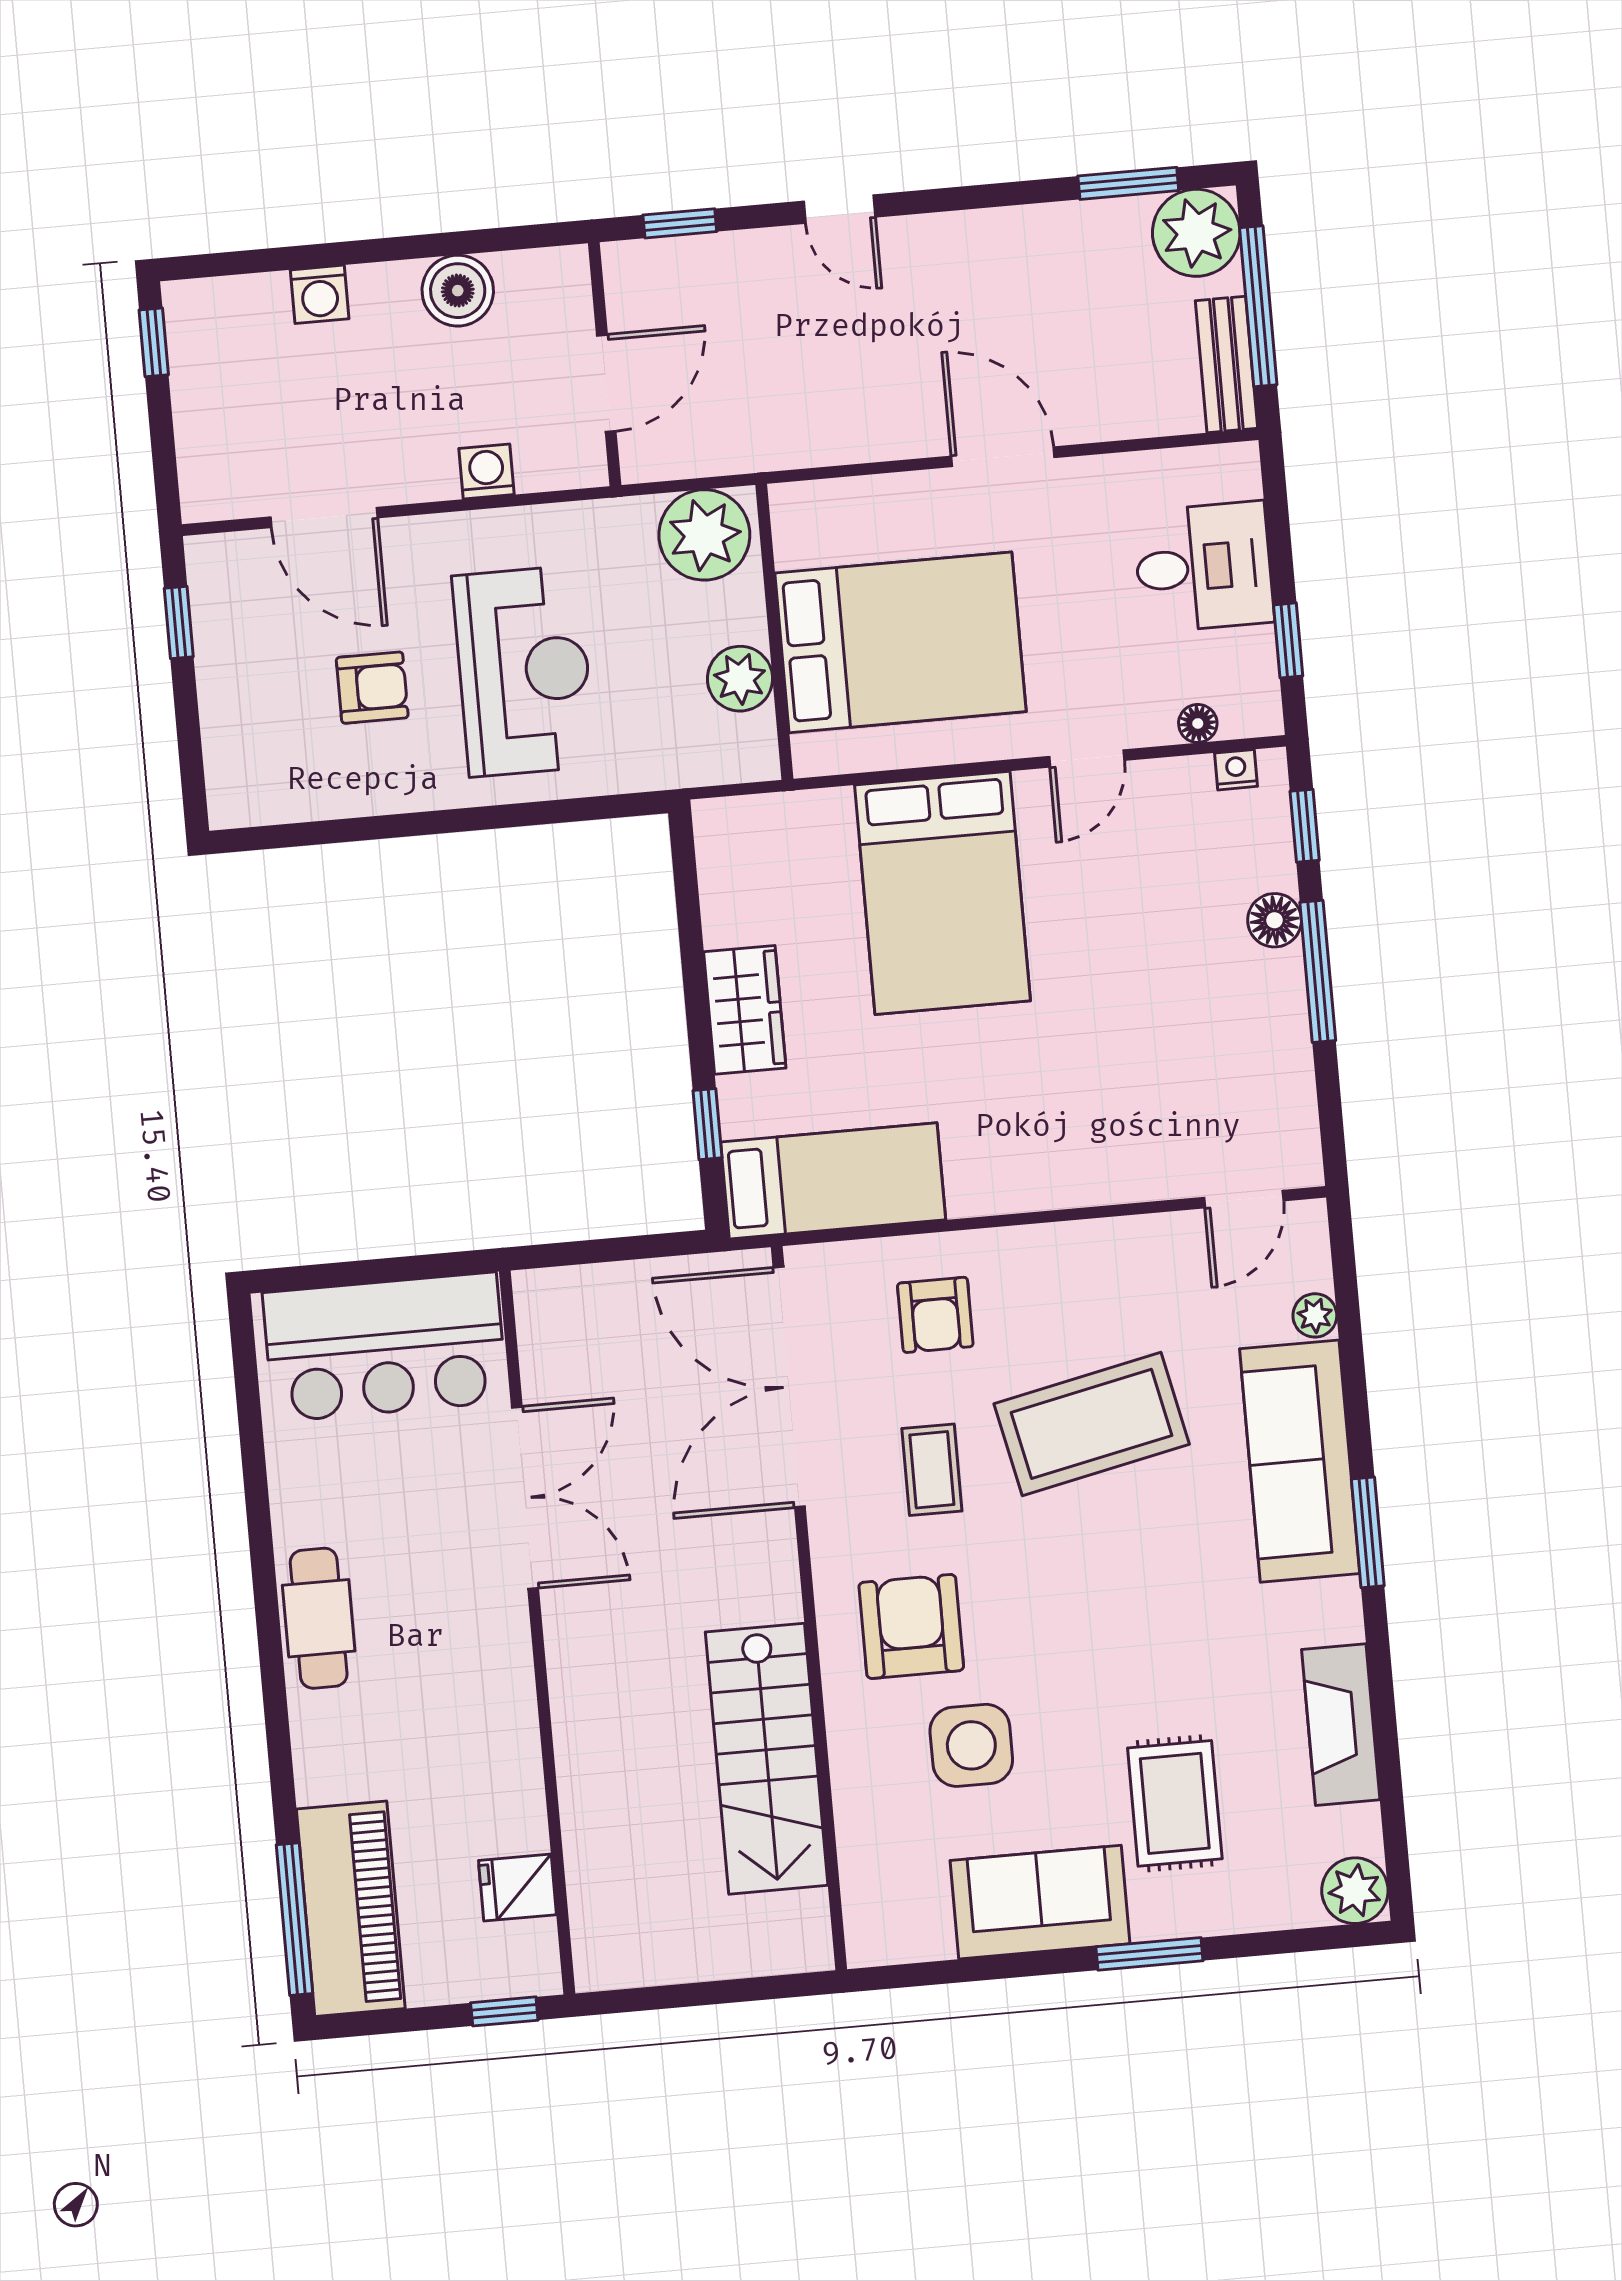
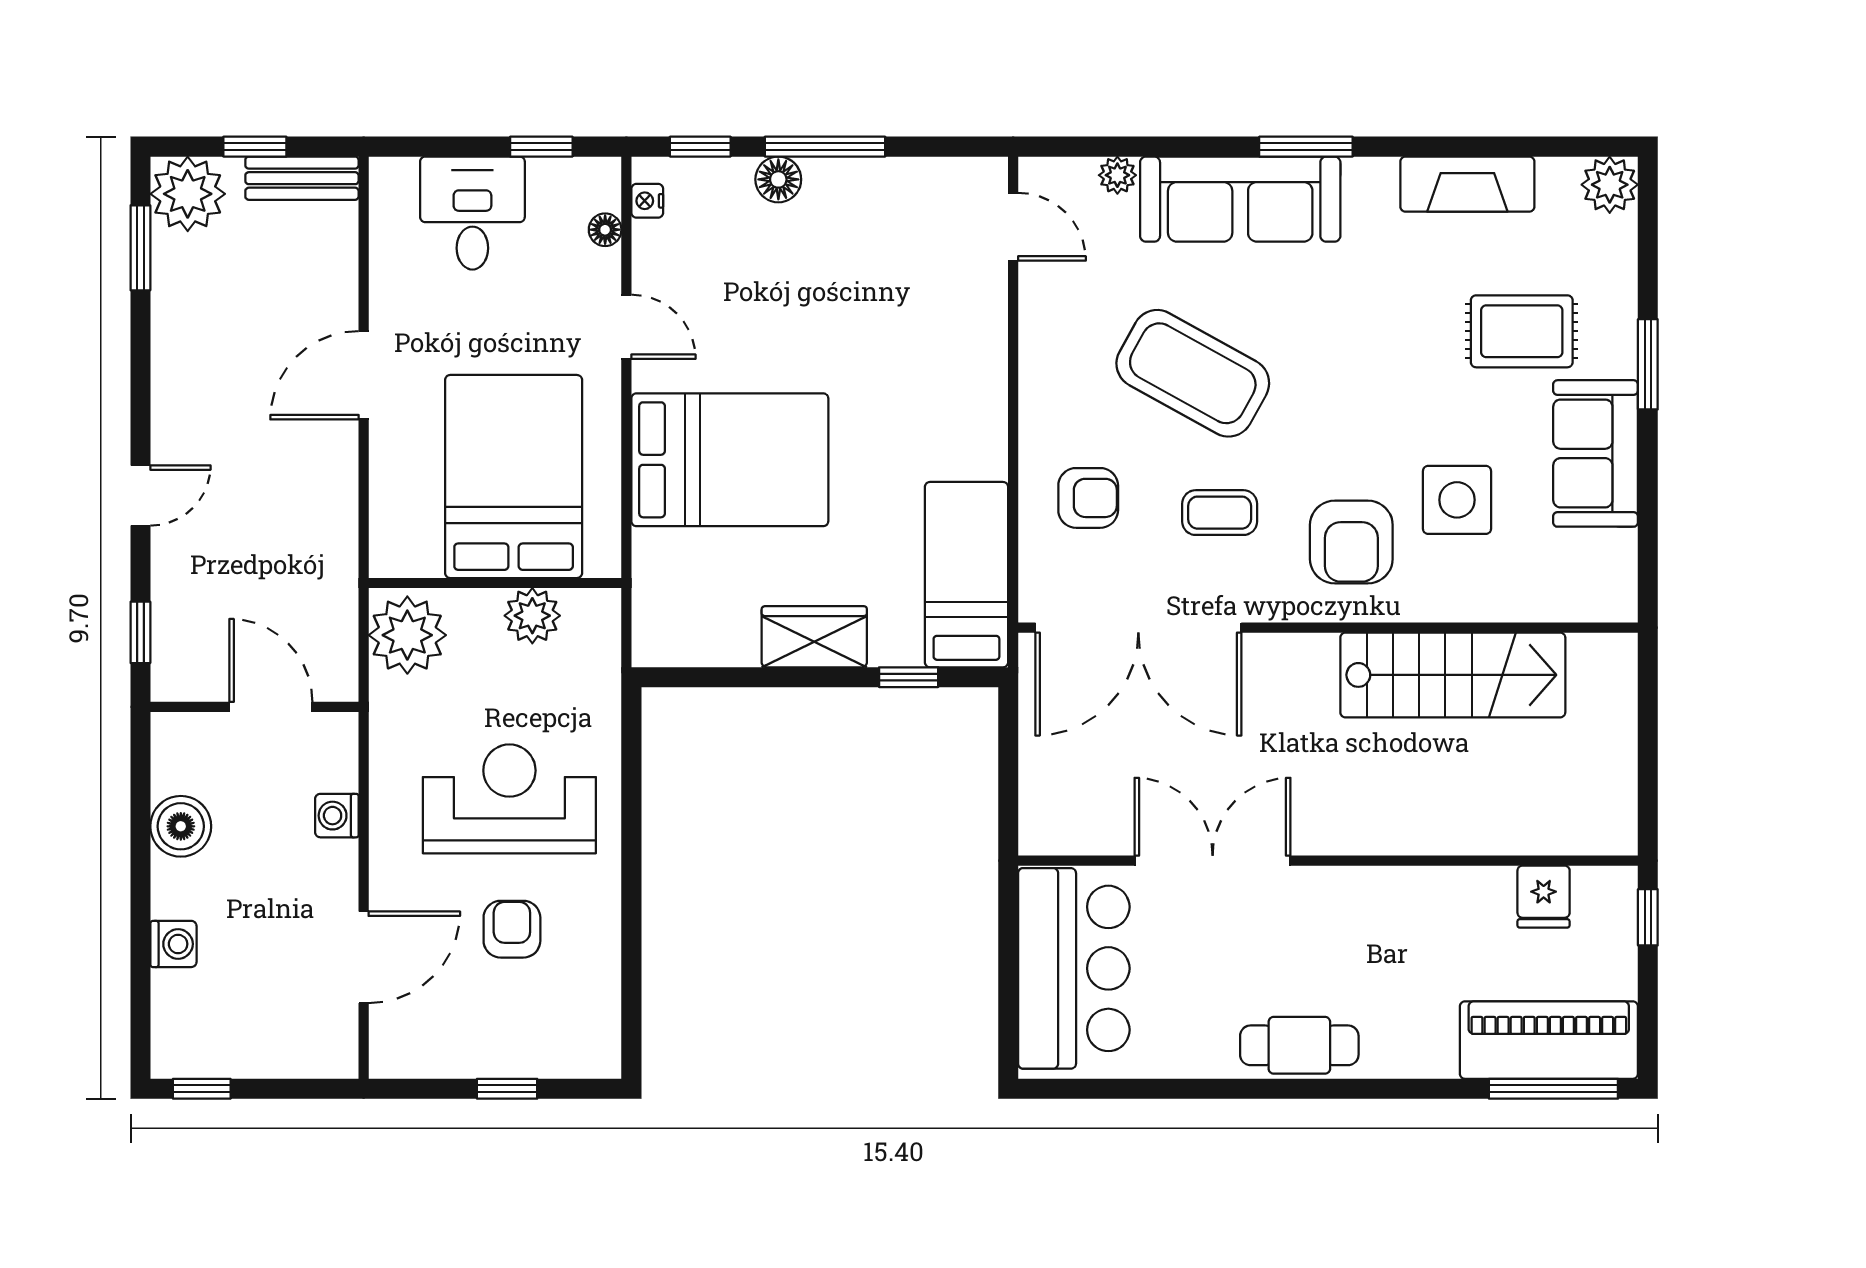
window: (1258, 306) -> (255, 147), width x0.46
window: (179, 622) -> (507, 1089), moved
coffee table: (1092, 1424) -> (1193, 373), turned -49
armchair: (911, 1626) -> (1351, 542), turned -90

